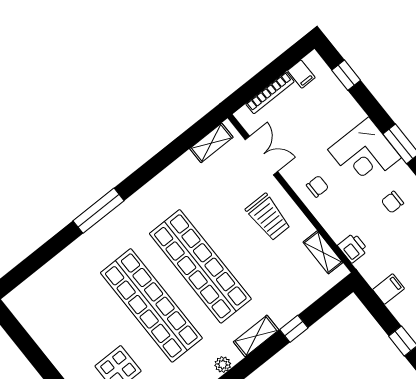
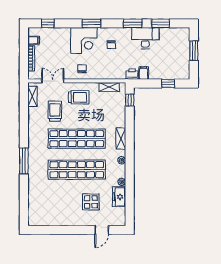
trolley: (216, 197) -> (55, 111), added
printer: (353, 248) -> (132, 74), moved
window: (294, 329) -> (130, 100), moved

